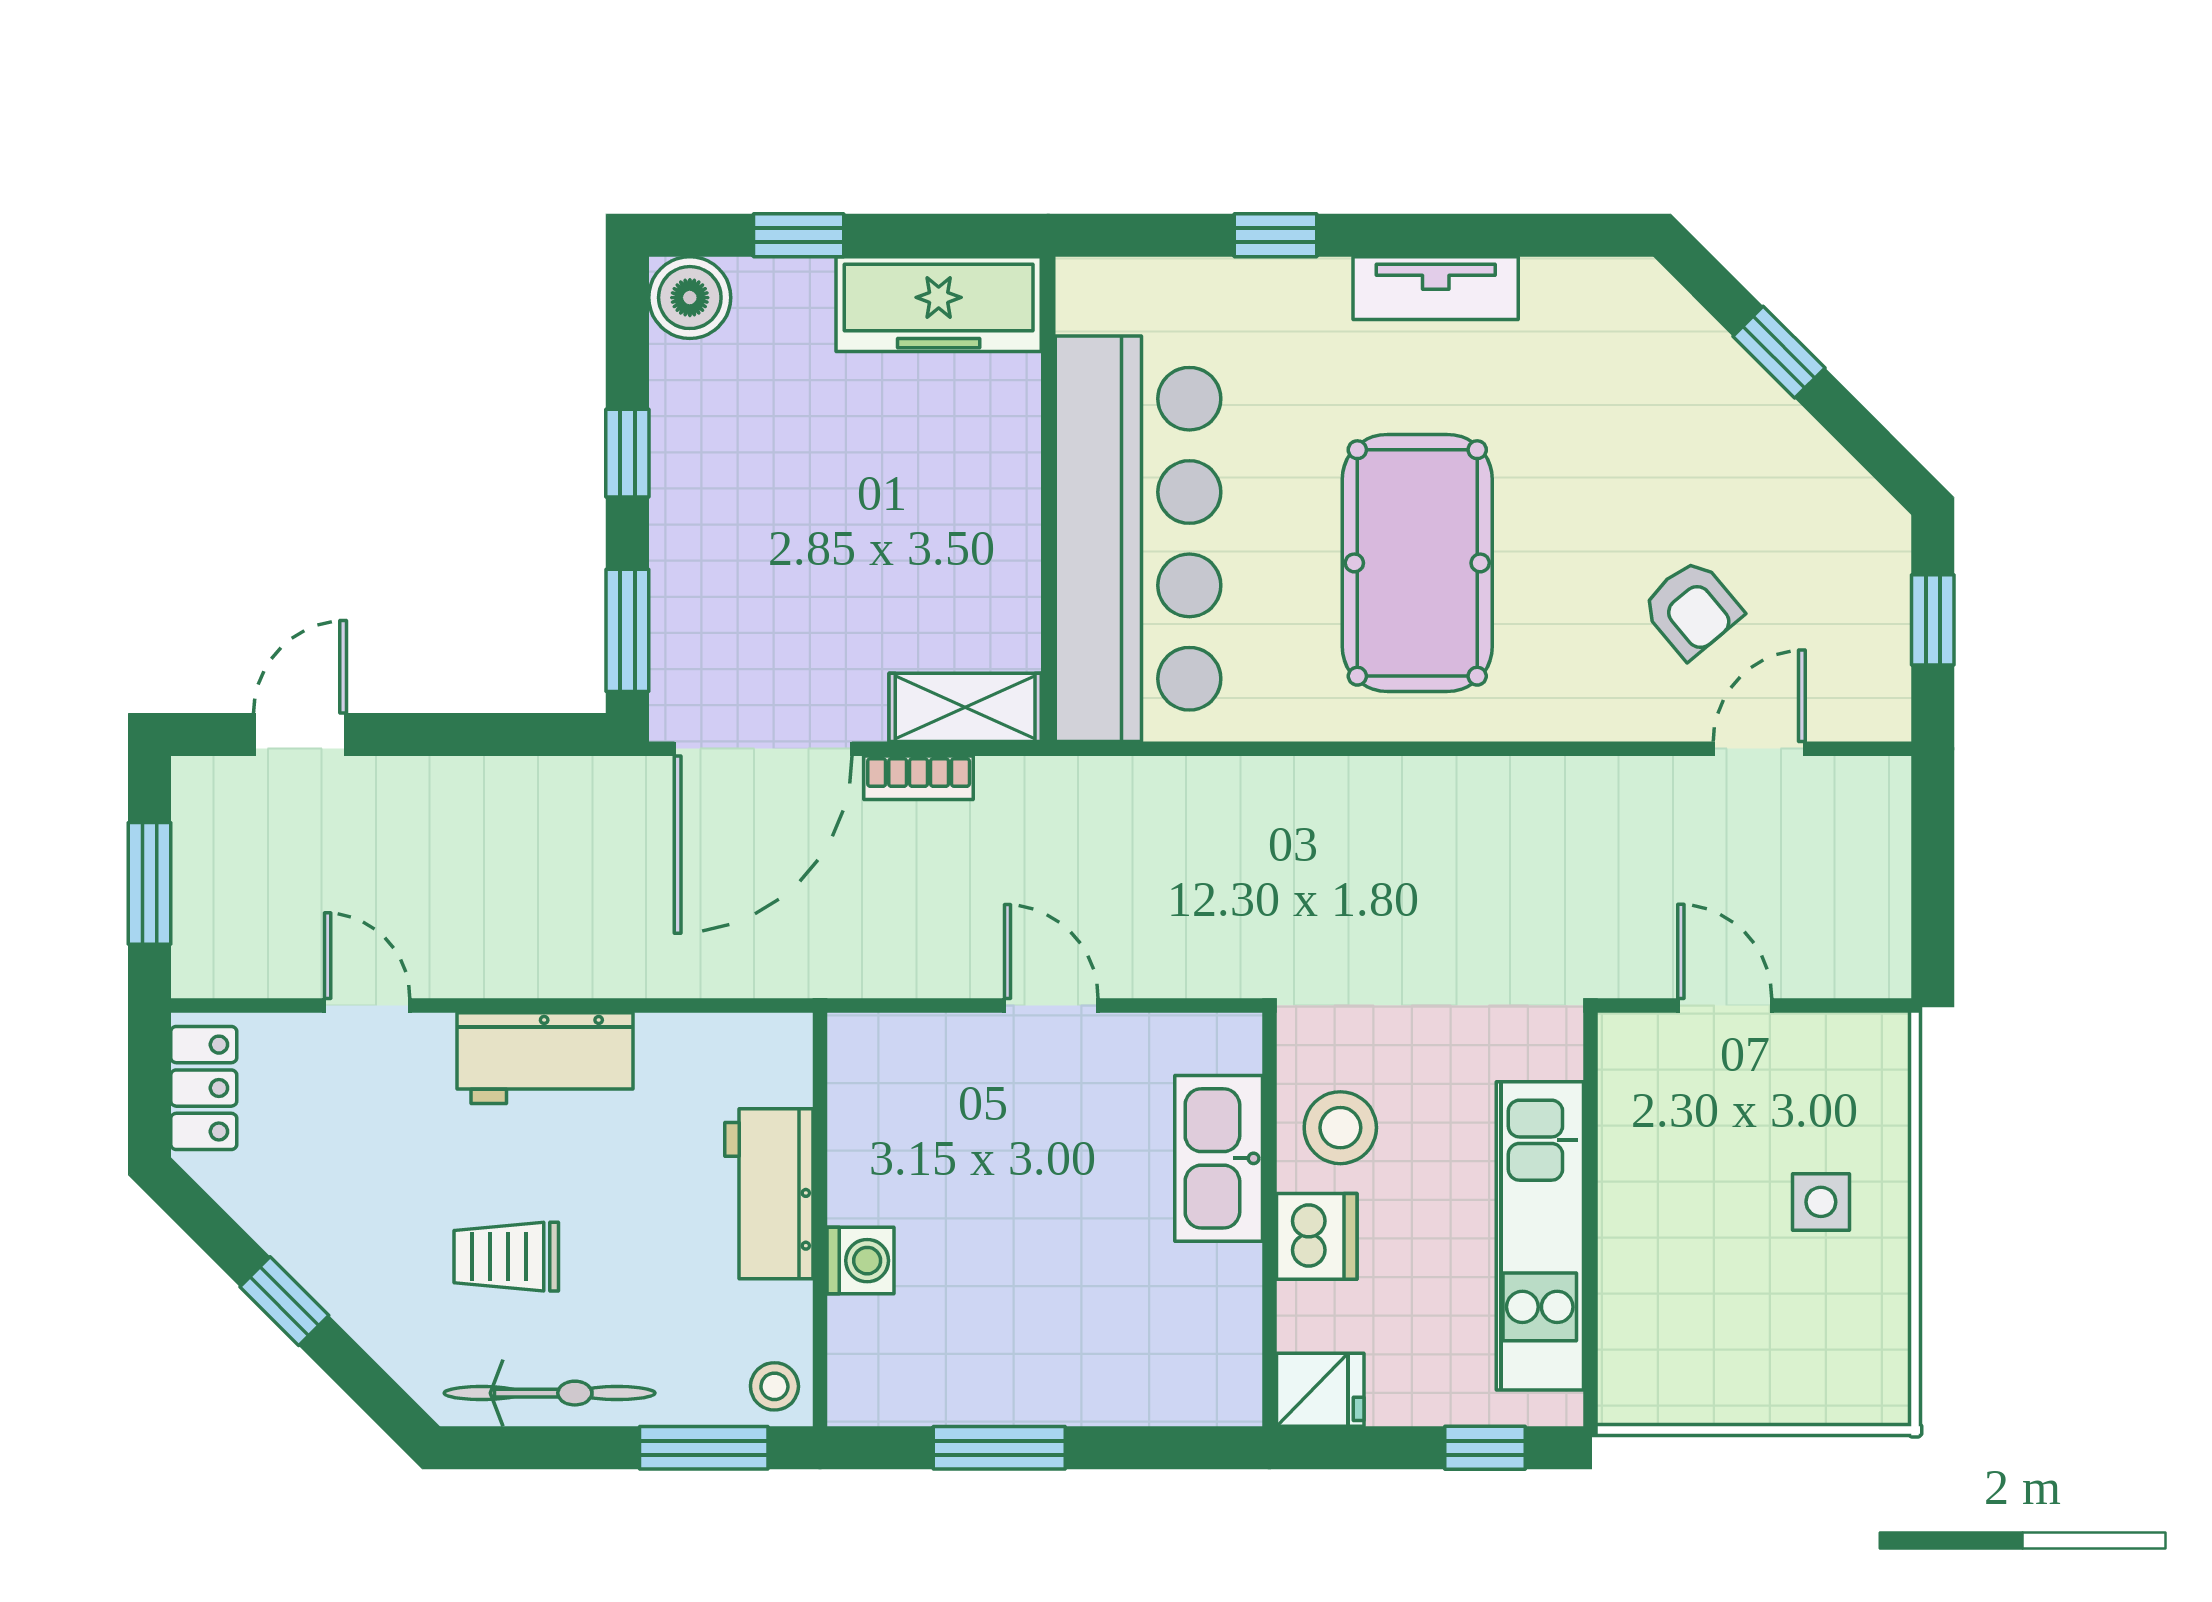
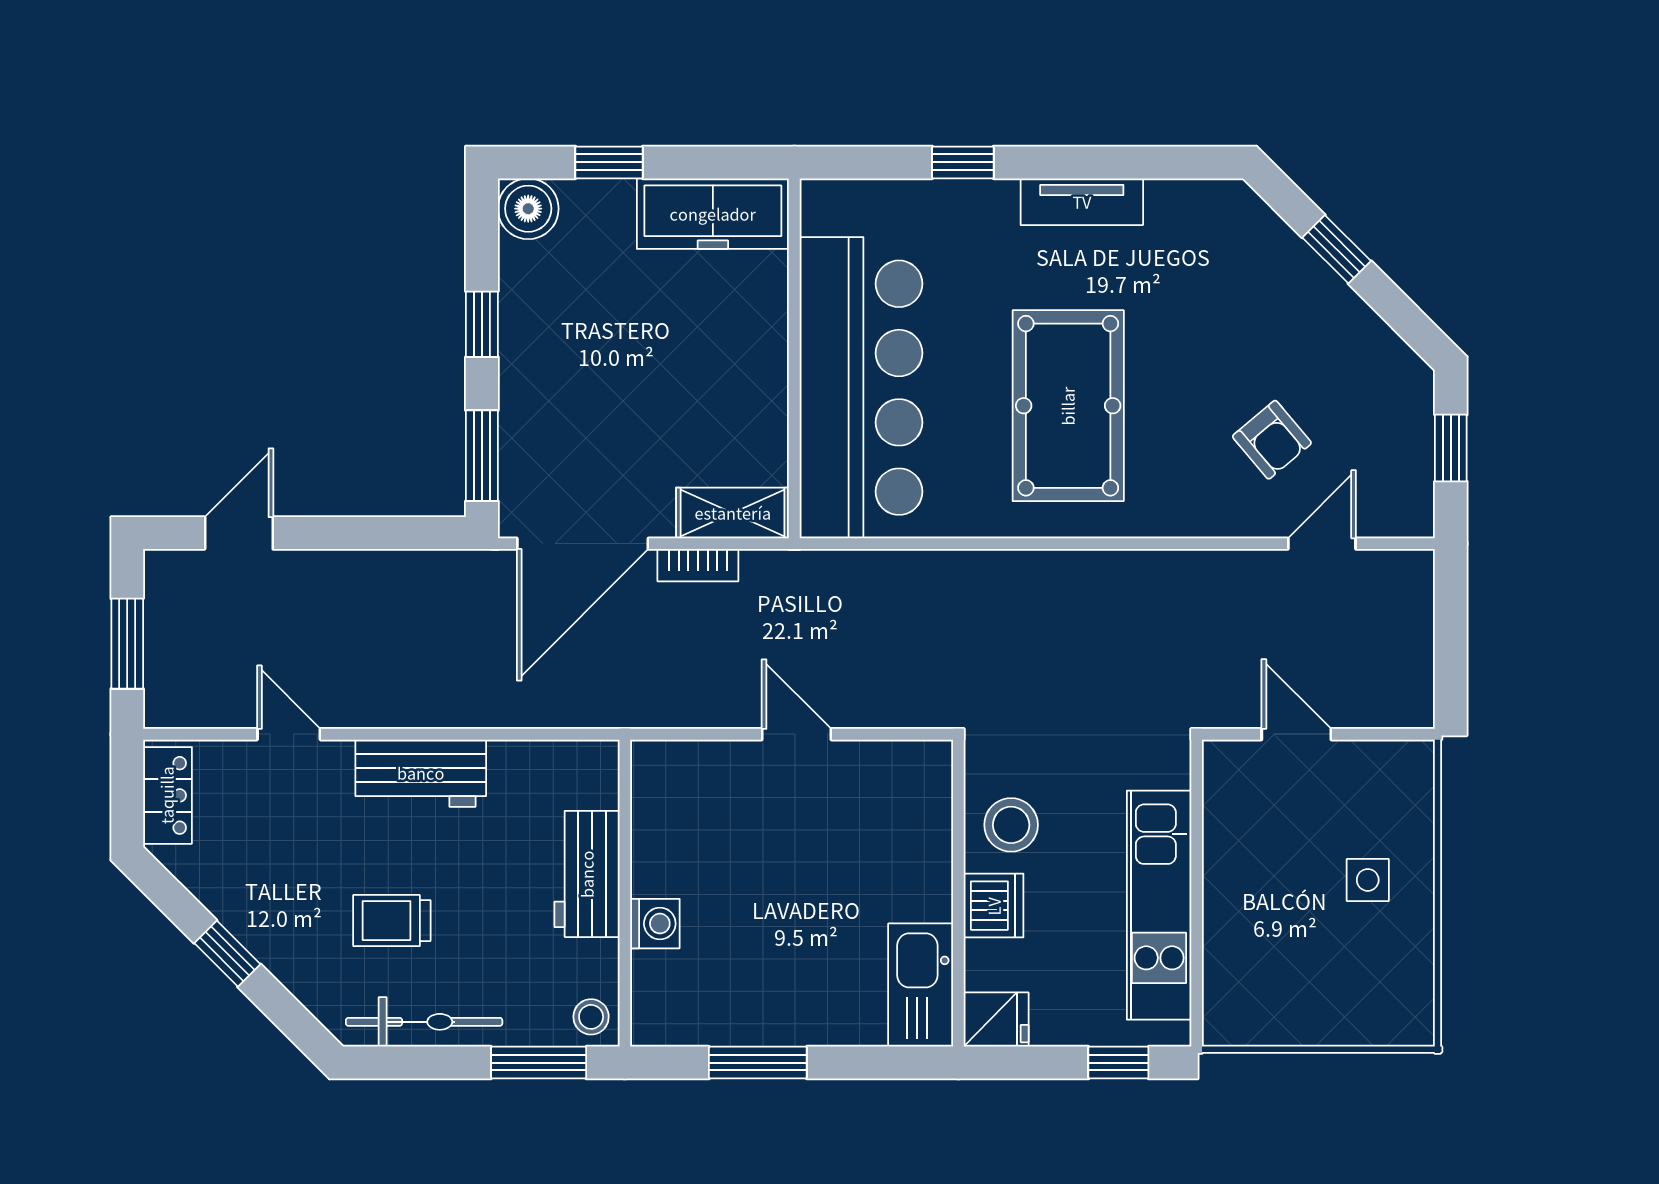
kitchen sink: (1219, 1158) -> (921, 985), moved

